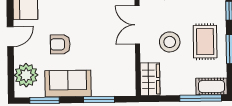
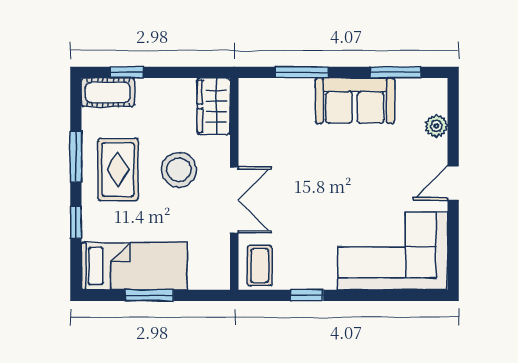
armchair: (60, 44) -> (367, 168), removed
plant: (26, 75) -> (436, 126), width x0.53, depth x0.53
window: (201, 98) -> (127, 72), width x0.46

